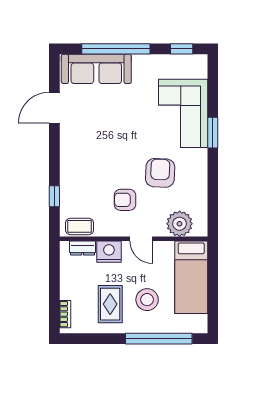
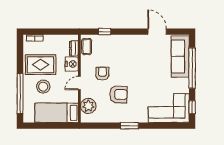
corner sofa: (183, 113) -> (169, 108), moved
window: (213, 133) -> (129, 126), moved
rug: (110, 304) -> (41, 65), width x1.36, depth x1.43

